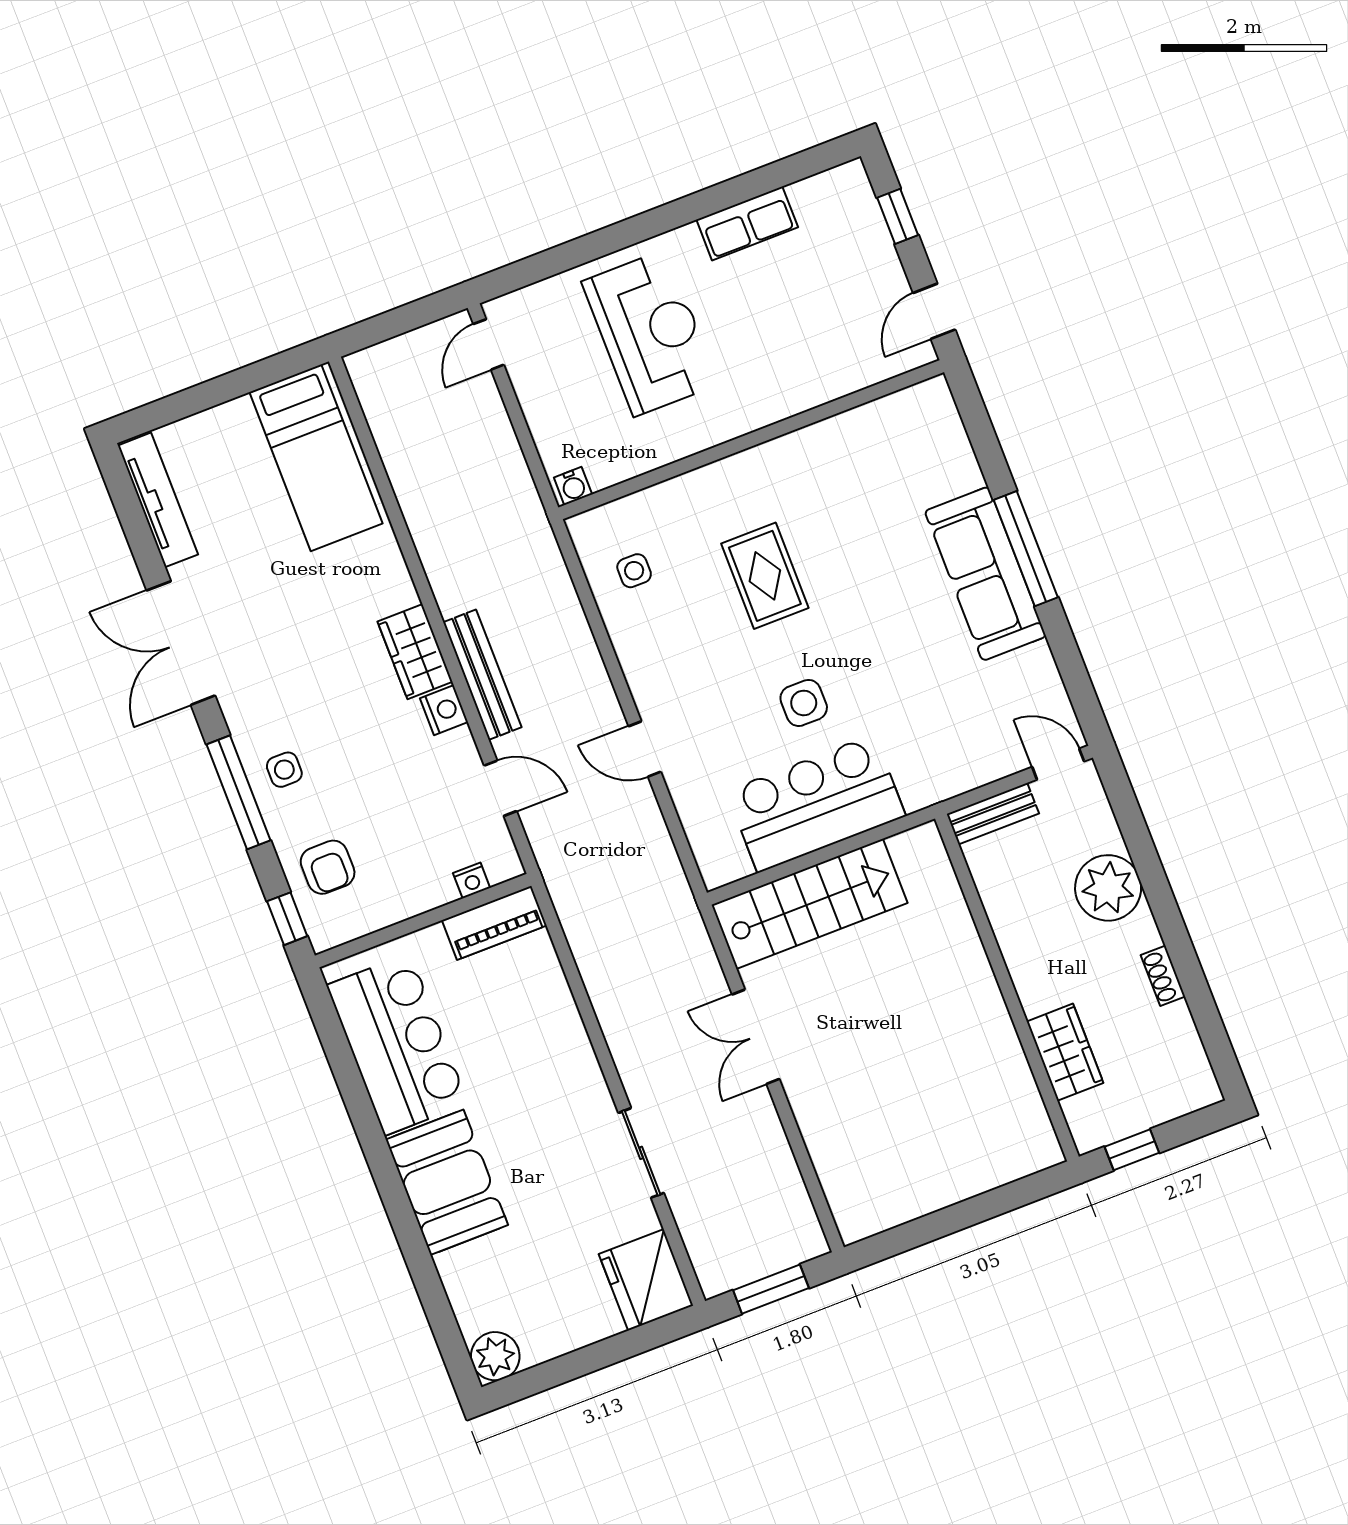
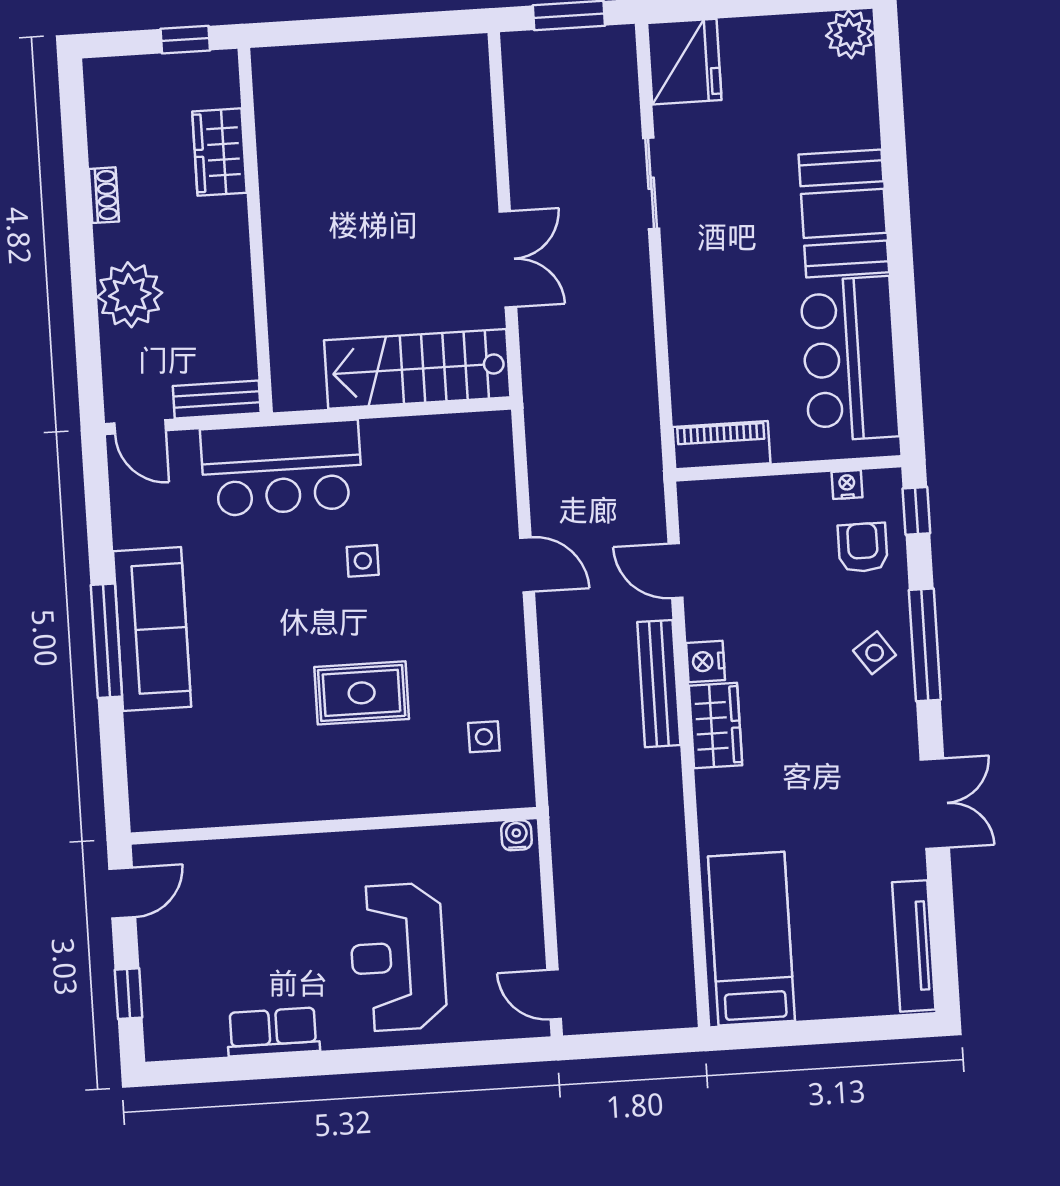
door: (489, 344) -> (554, 994), swing flipped
rug: (765, 576) -> (362, 693), turned 90
double door: (181, 643) -> (935, 804), width x0.73
side table: (804, 703) -> (363, 561), width x0.73, depth x0.73
side table: (284, 770) -> (875, 653), turned -35
bar counter: (816, 804) -> (282, 468), moved
nightstand: (472, 880) -> (847, 485), moved

